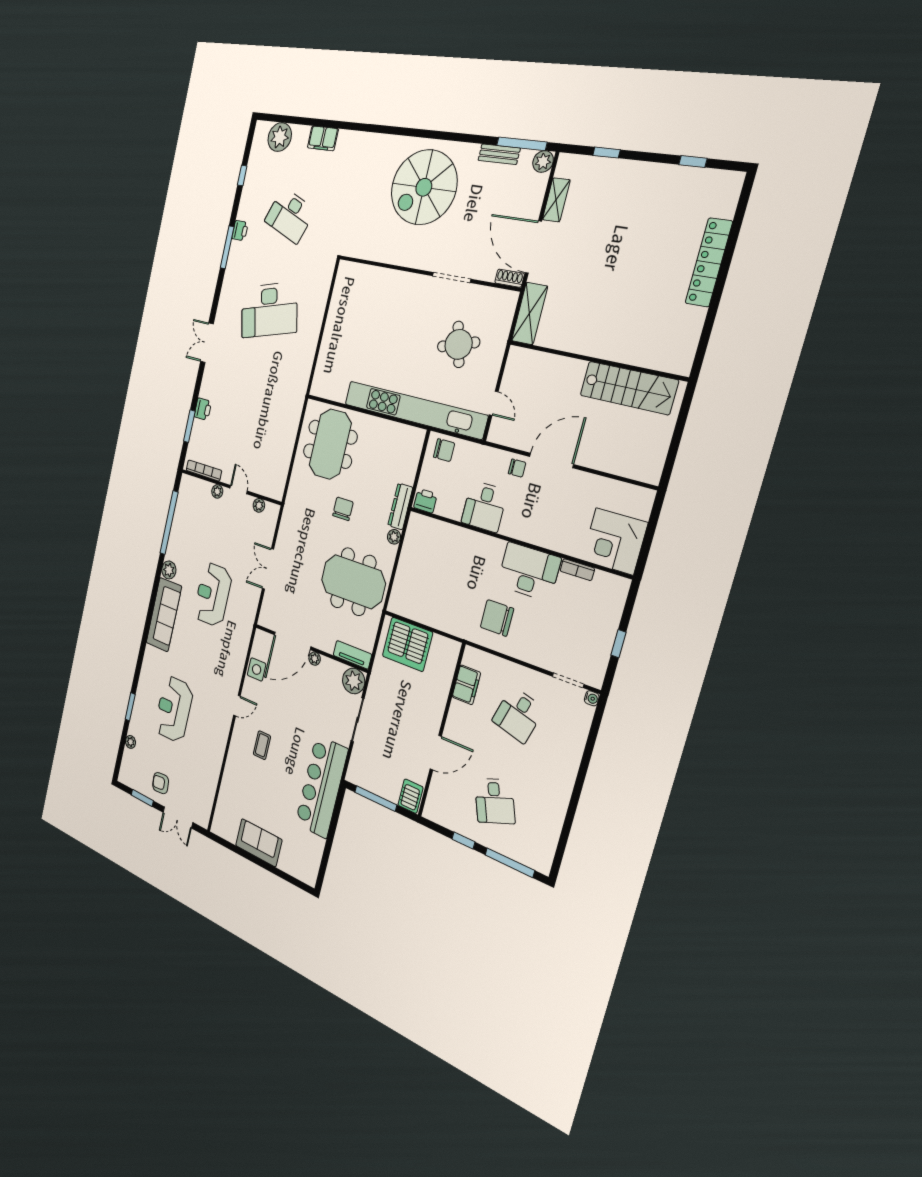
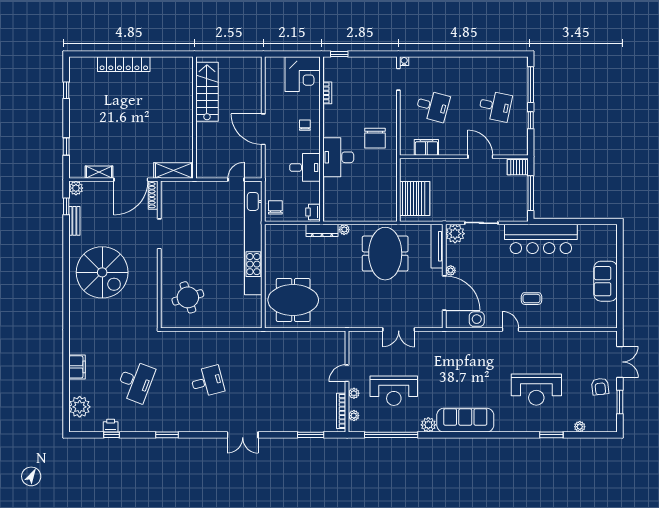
window: (522, 144) -> (66, 206), width x0.46
printer: (240, 231) -> (111, 426), moved
window: (227, 247) -> (167, 435), width x0.69
shoe rack: (510, 278) -> (153, 195), width x1.43
desk: (269, 310) -> (207, 382), width x0.53, depth x0.77
round table: (459, 344) -> (188, 297), moved
printer: (203, 409) -> (294, 425), removed
chair: (517, 468) -> (305, 125), moved
plant: (259, 505) -> (354, 416), moved
chair: (343, 509) -> (336, 276), removed
desk: (529, 572) -> (338, 157), moved
reception desk: (213, 595) -> (394, 391), moved
window: (619, 644) -> (339, 54), moved
tv unit: (352, 655) -> (437, 246), width x1.41
desk: (495, 801) -> (495, 106), turned 33

